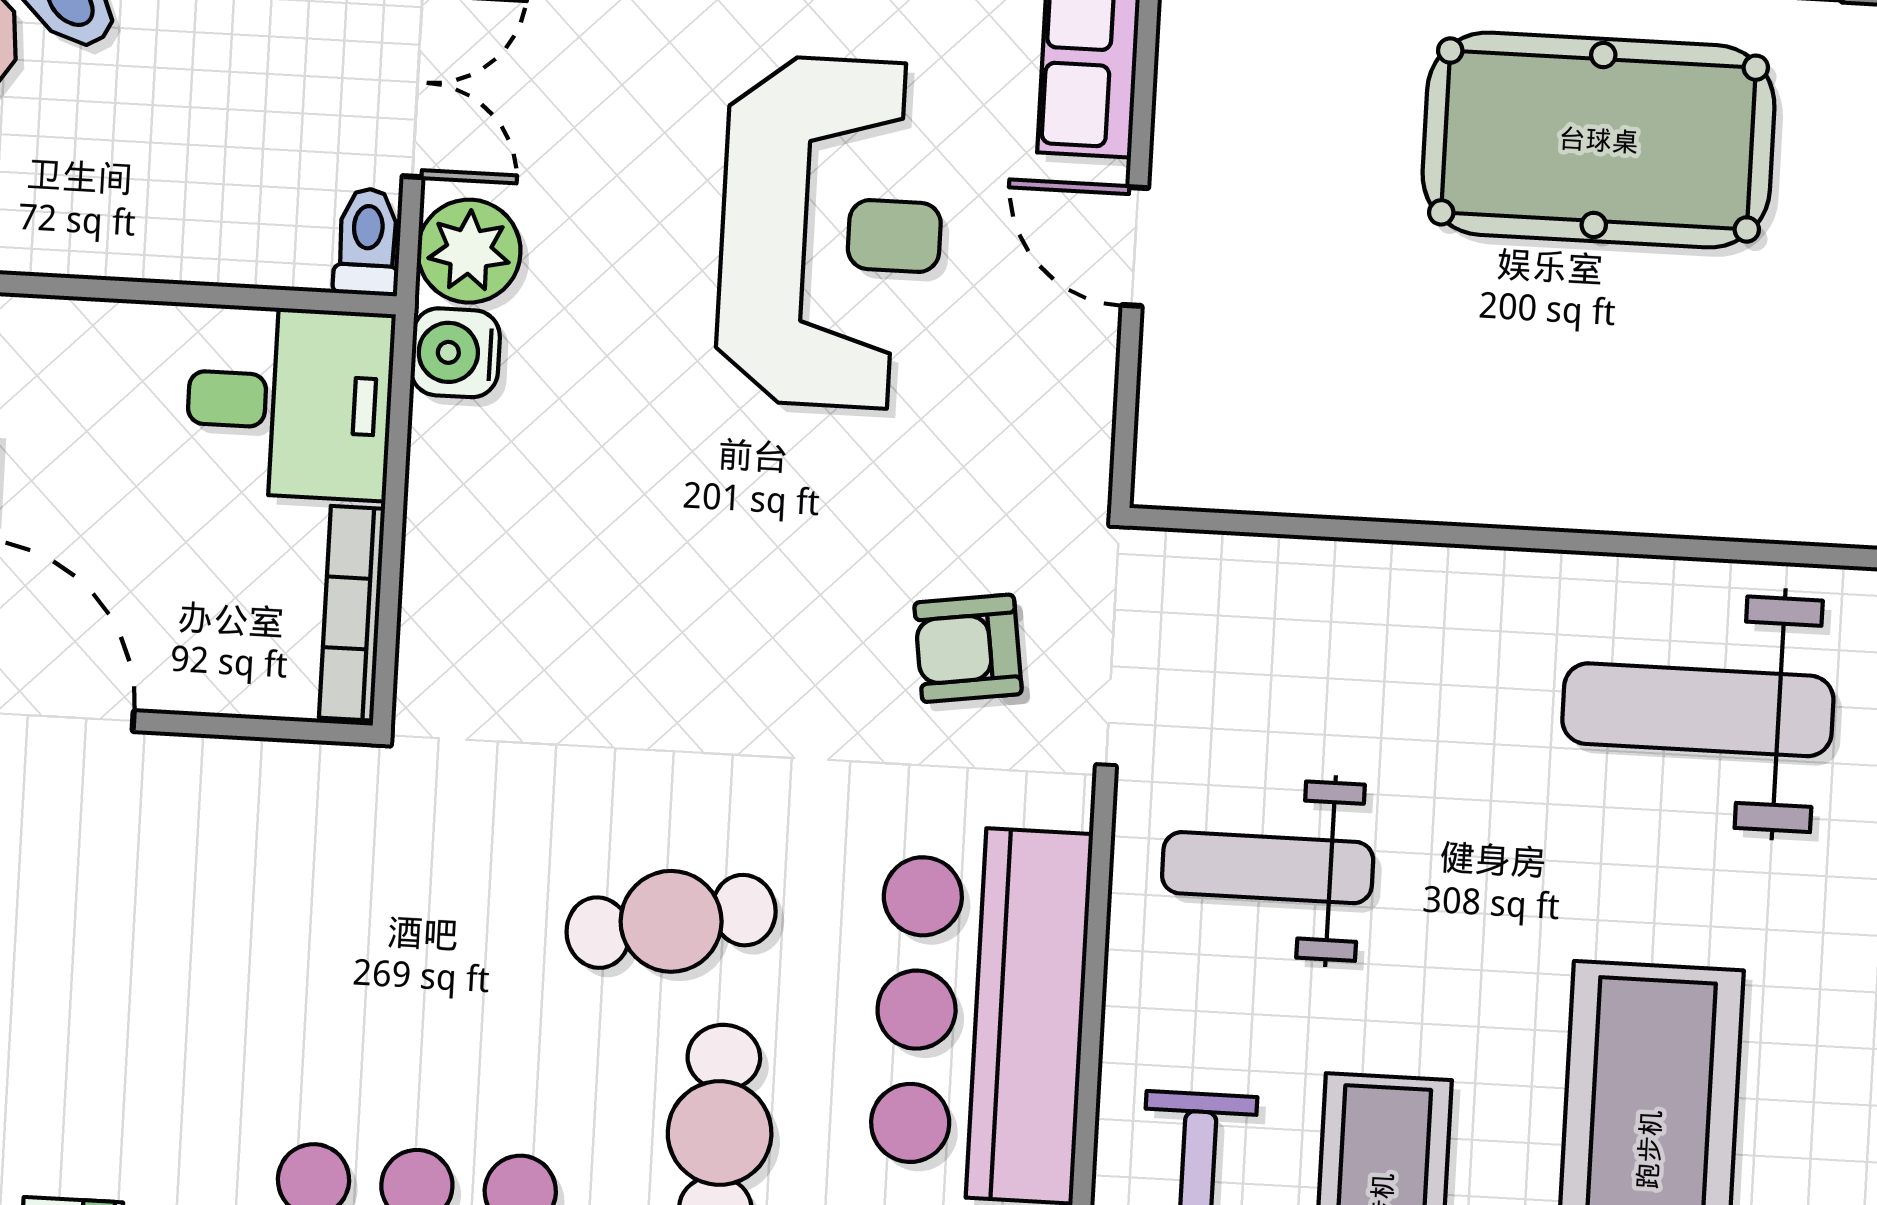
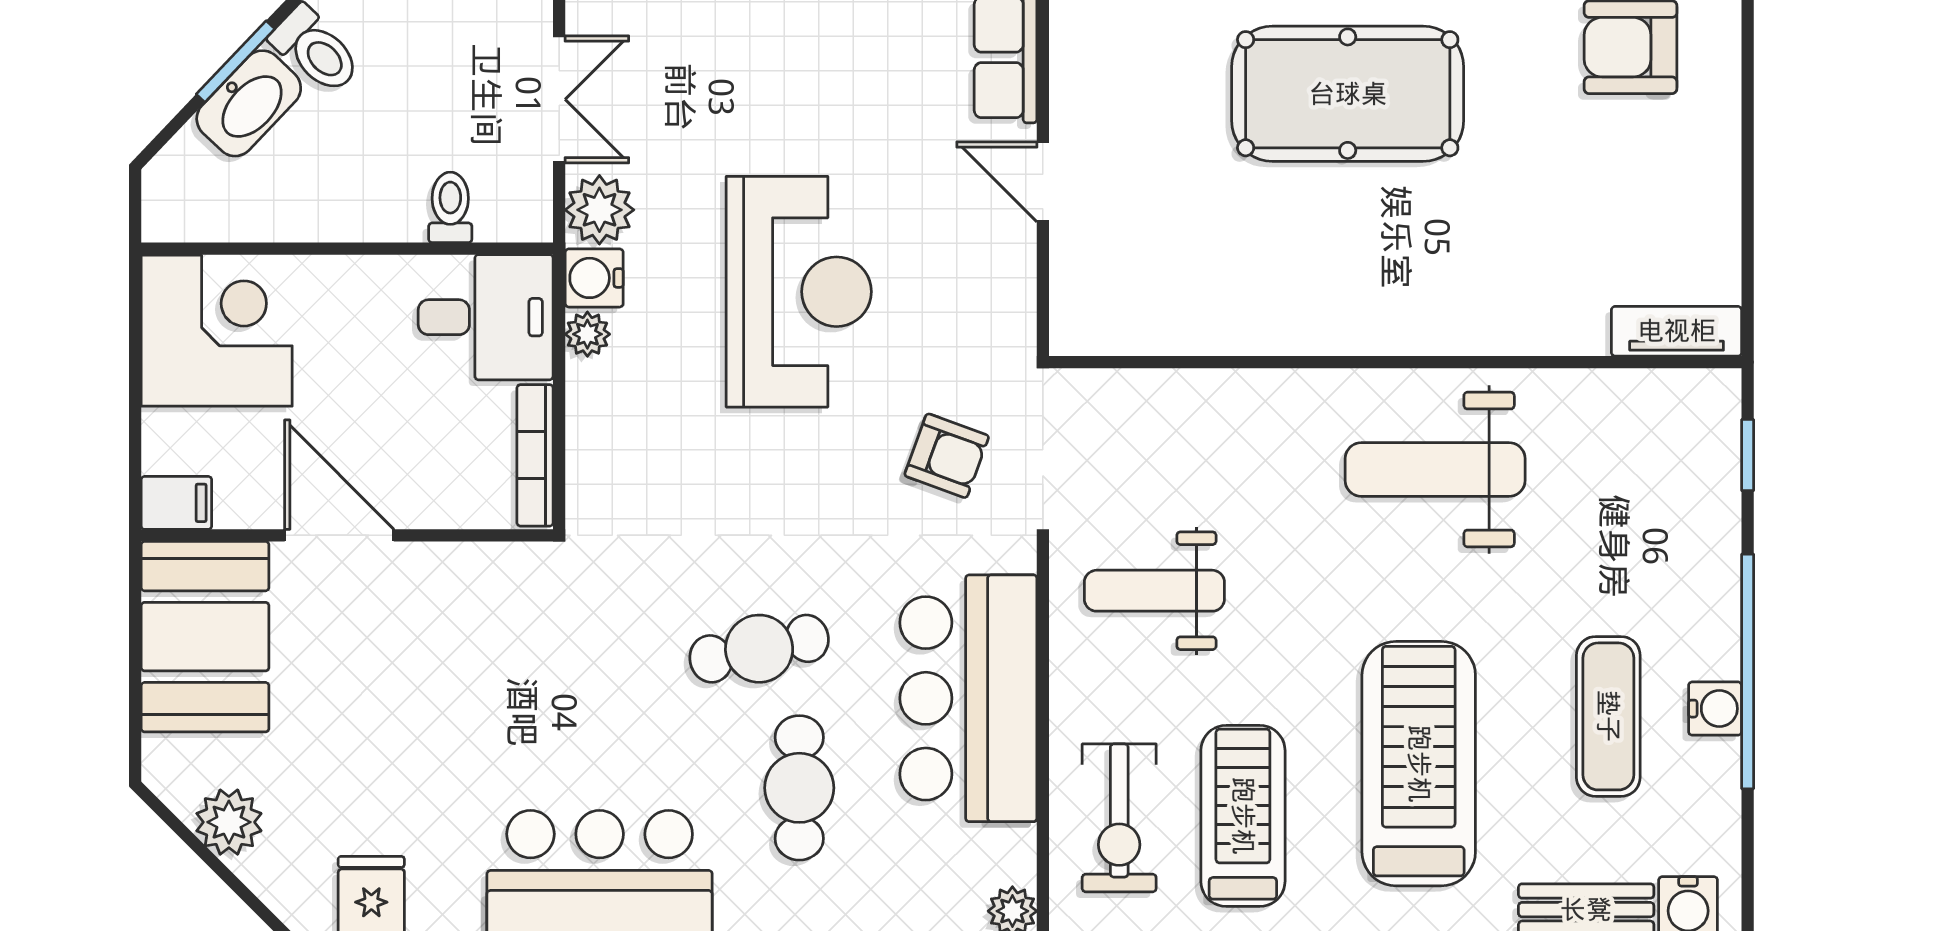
reception desk: (831, 232) -> (799, 292), moved
toilet: (367, 242) -> (450, 207), moved
plant: (441, 436) -> (587, 334), added
armchair: (968, 648) -> (947, 456), turned -152

